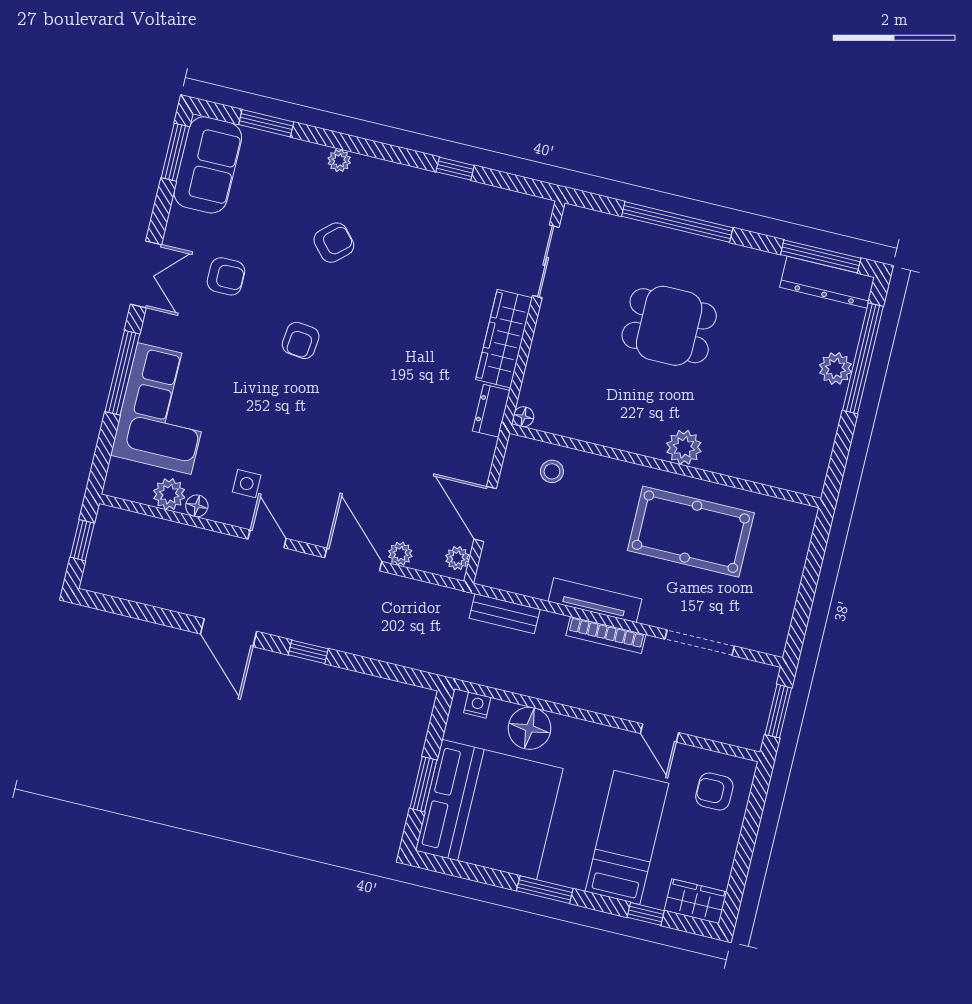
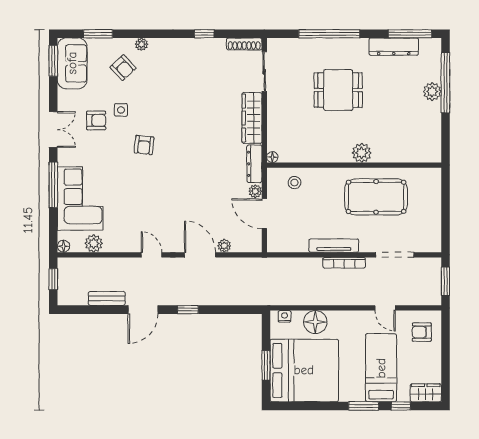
shoe rack: (522, 204) -> (244, 44), added
armchair: (334, 243) -> (123, 68), moved, turned 89
dresser: (827, 282) -> (394, 47), moved
dresser: (491, 411) -> (254, 164), width x1.44
side table: (247, 484) -> (121, 110), moved
floor lamp: (197, 506) -> (64, 246), moved
plant: (457, 558) -> (255, 191), moved
bench: (505, 614) -> (107, 298), moved
door: (229, 633) -> (143, 310), hinge flipped
window: (545, 890) -> (364, 406), moved

